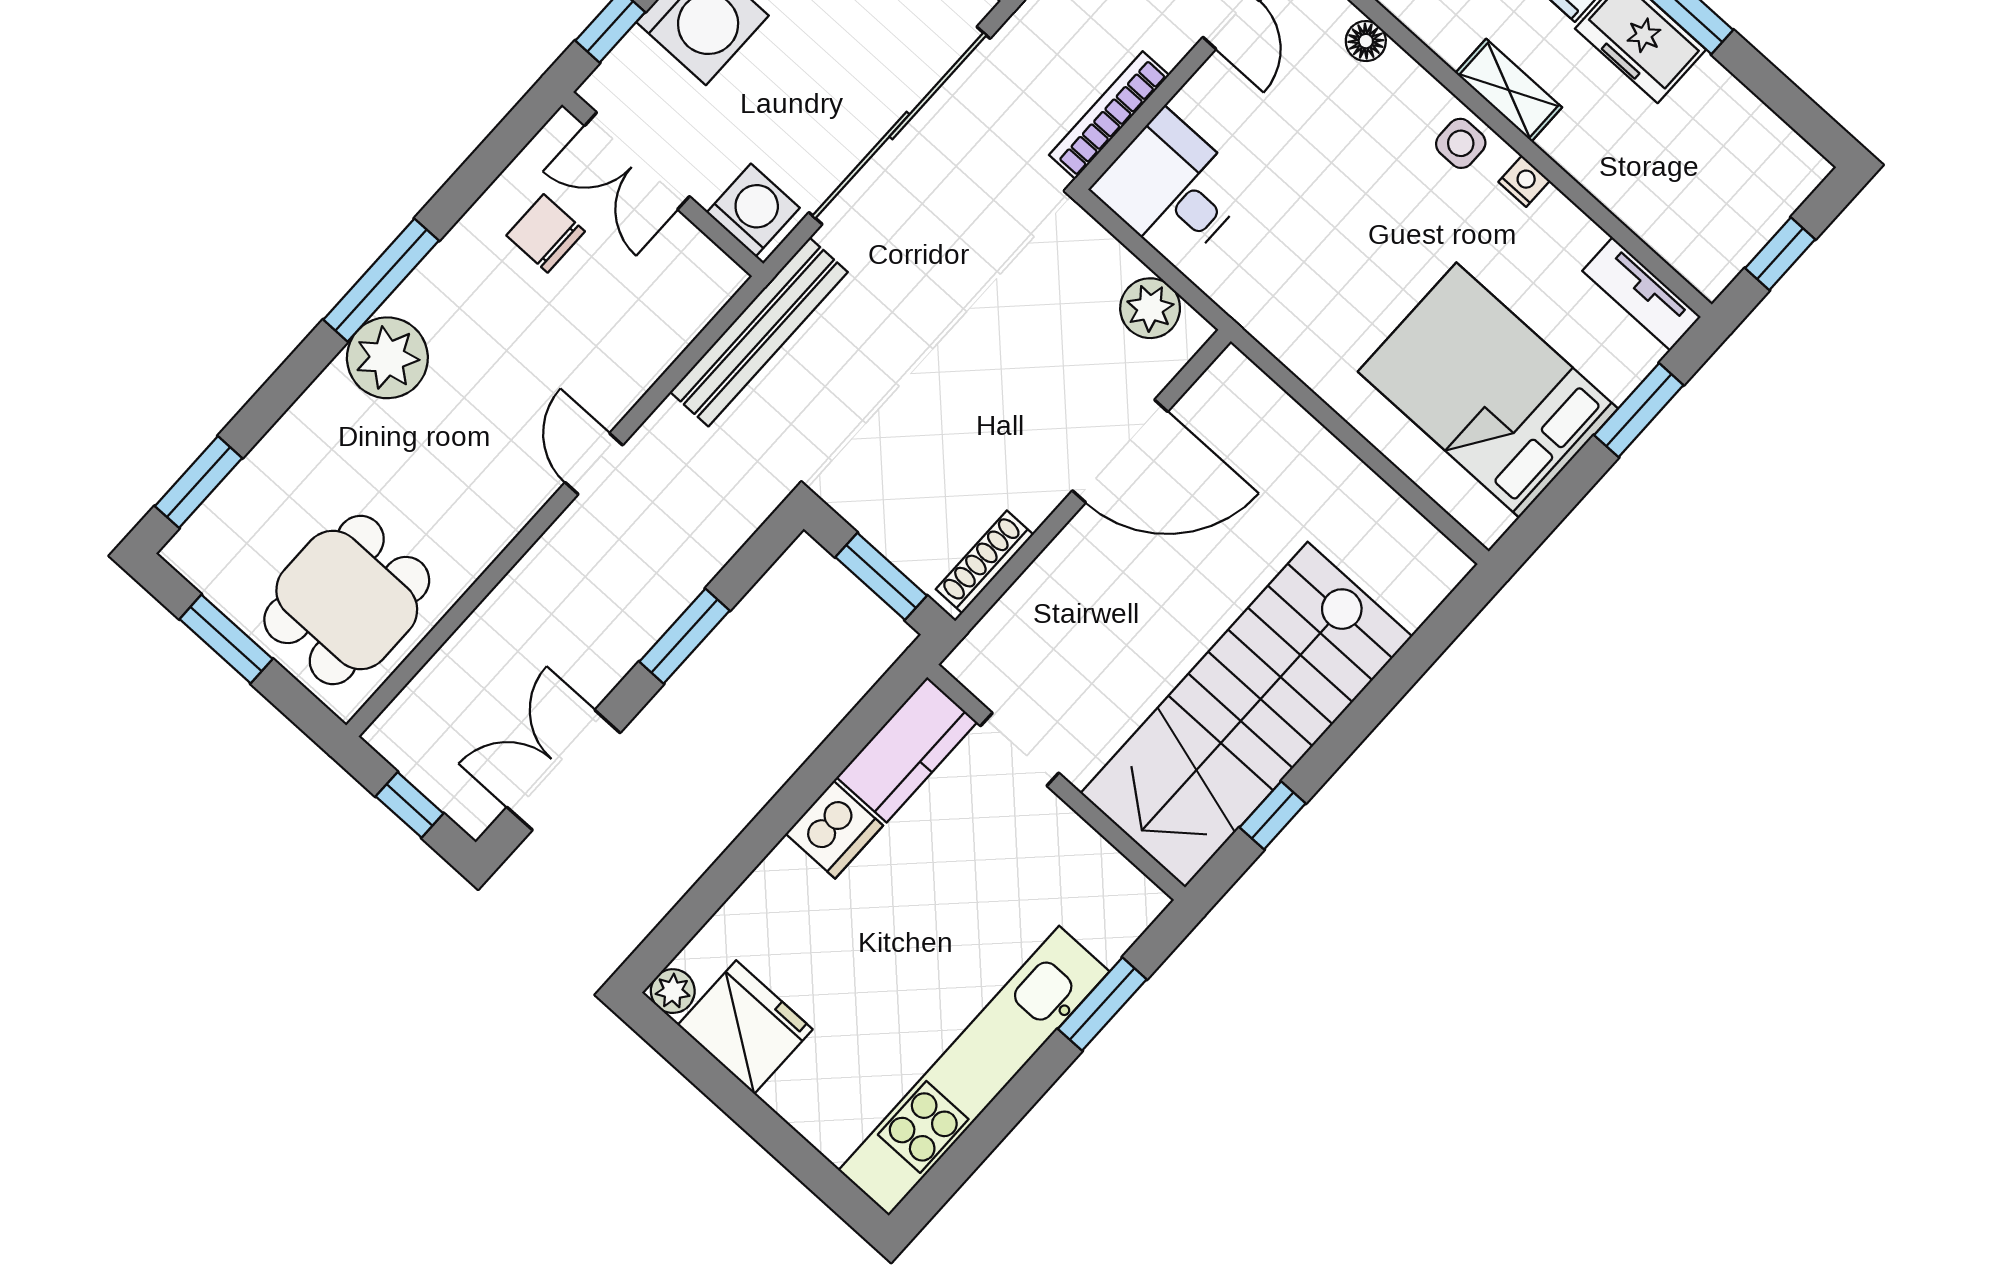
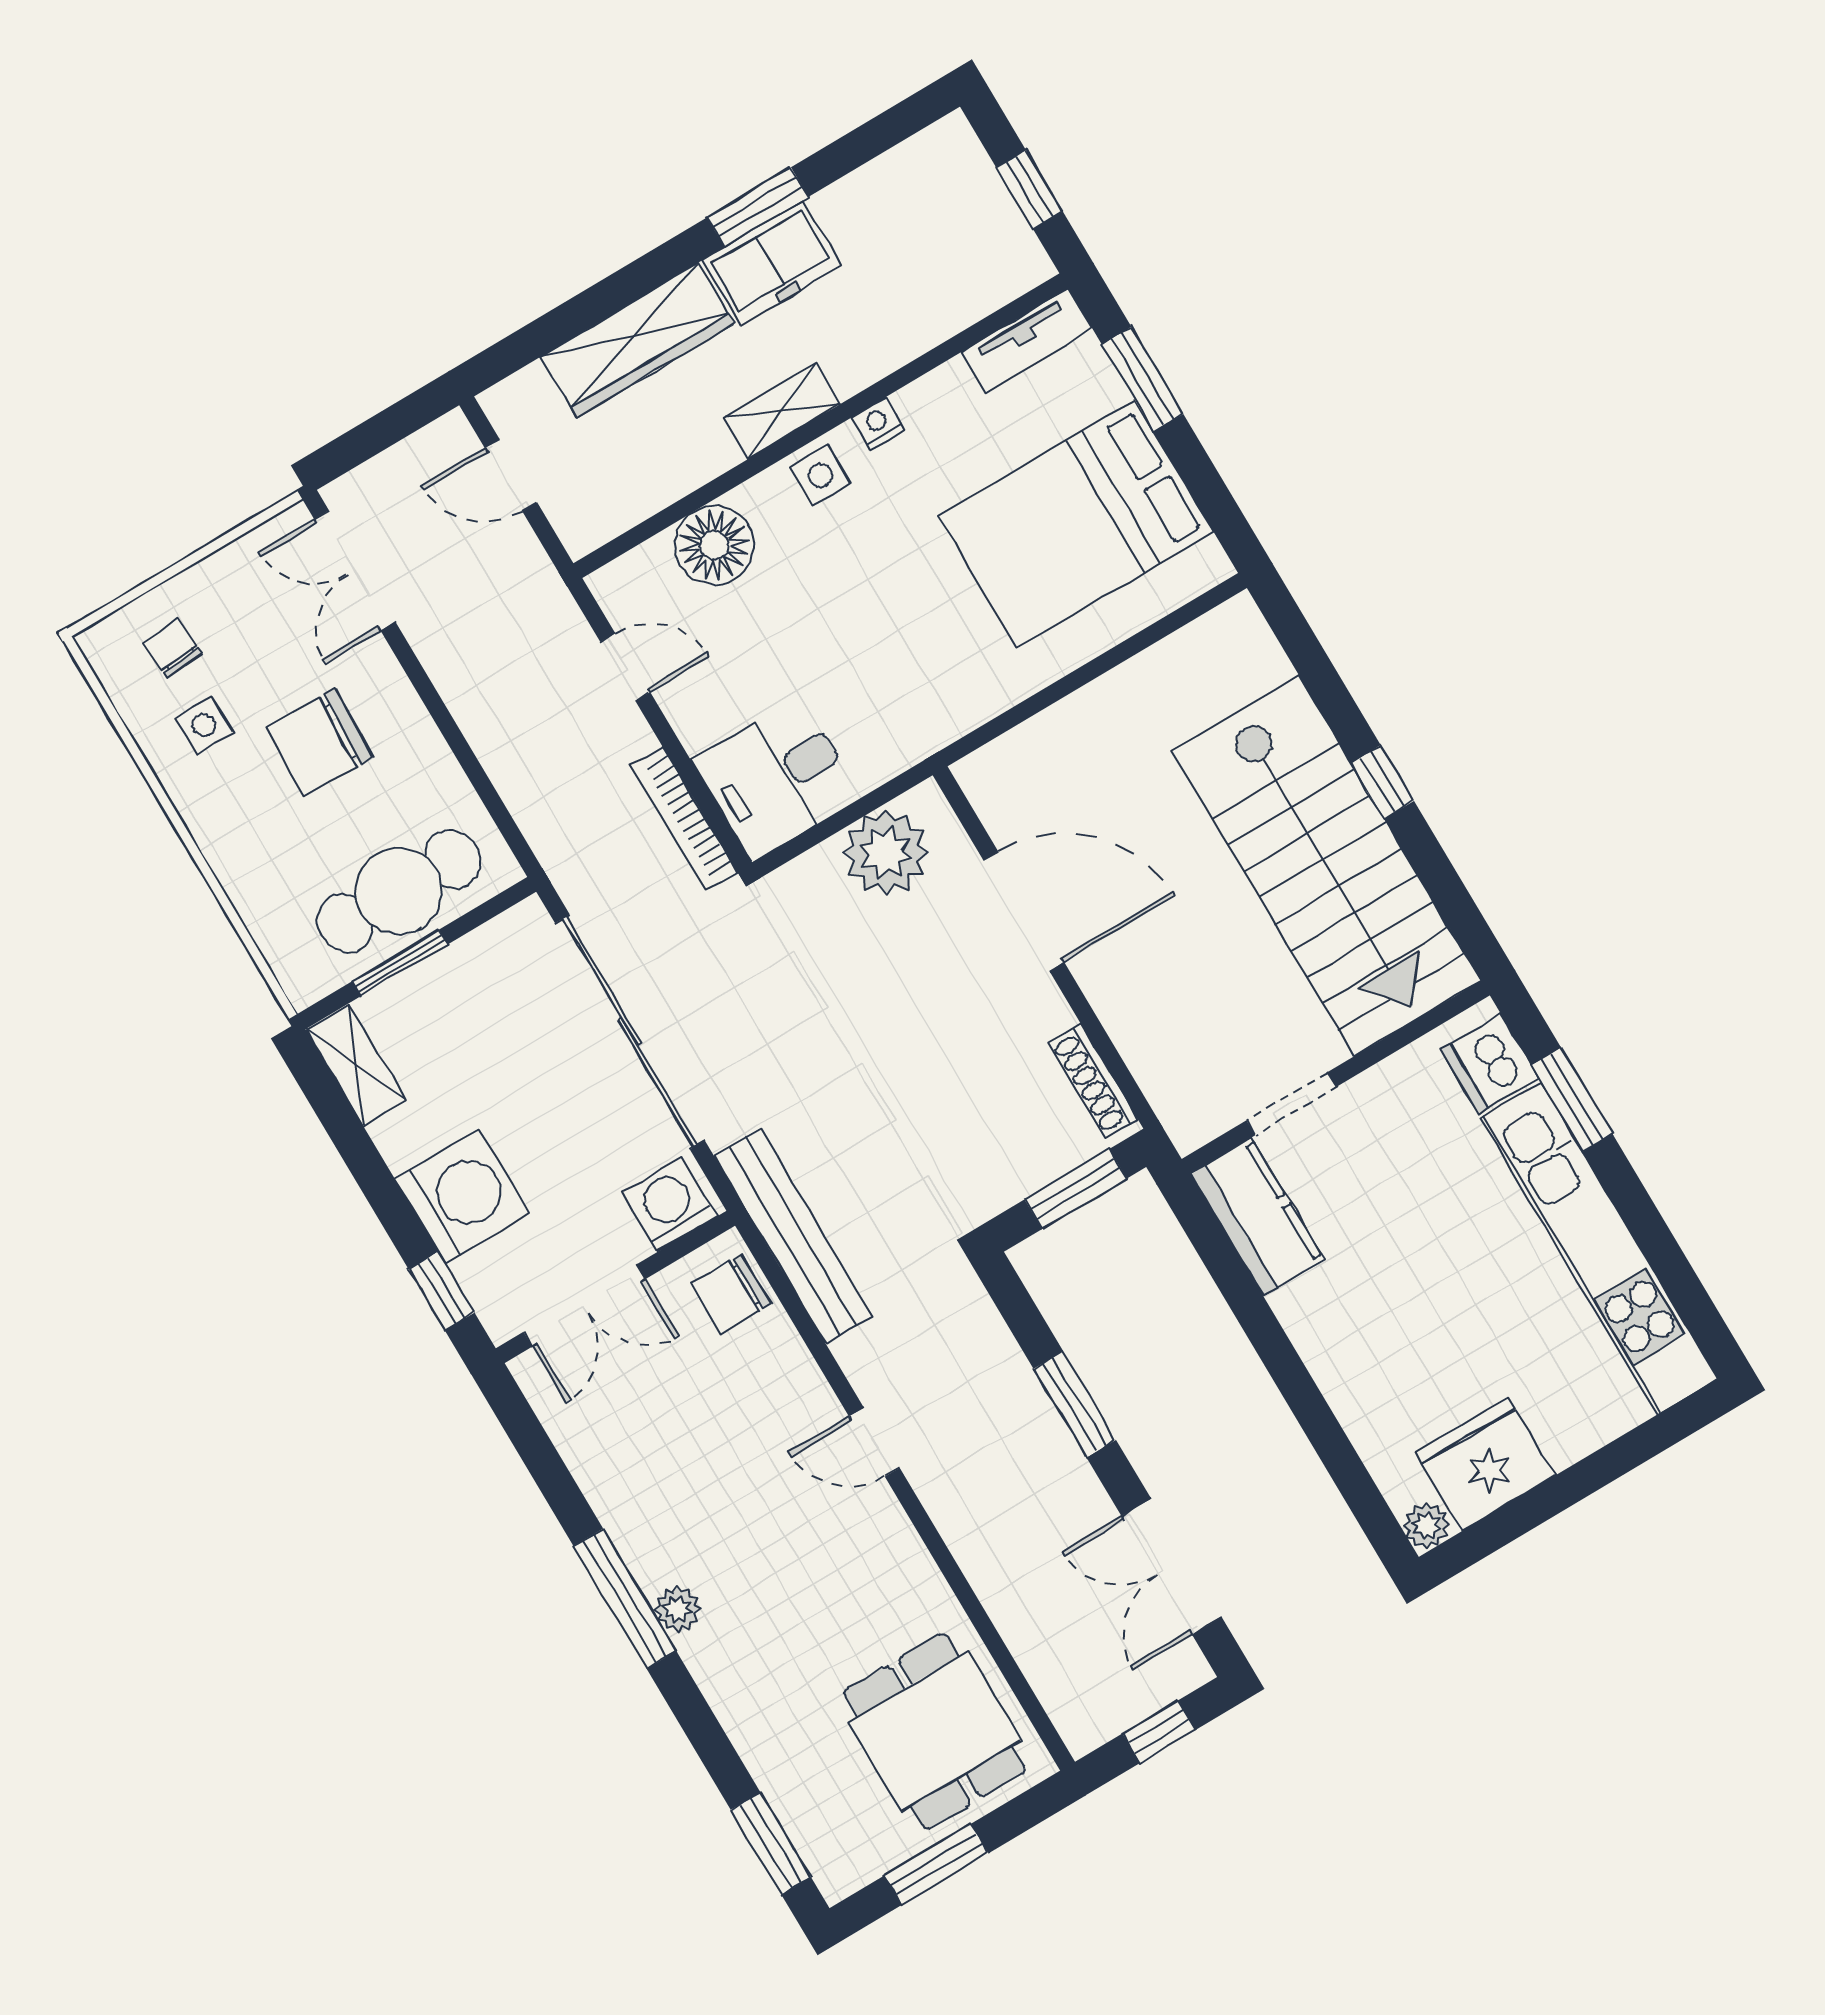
floor lamp: (1366, 41) -> (714, 545), width x1.89, depth x1.89
chair: (546, 233) -> (731, 1294), moved
plant: (1150, 308) -> (886, 853), width x1.36, depth x1.36
plant: (387, 358) -> (678, 1609), width x0.53, depth x0.53
door: (1120, 451) -> (1024, 911), hinge flipped
window: (1273, 815) -> (1383, 782), moved
dishwasher: (834, 830) -> (1490, 1064), moved, turned 180

